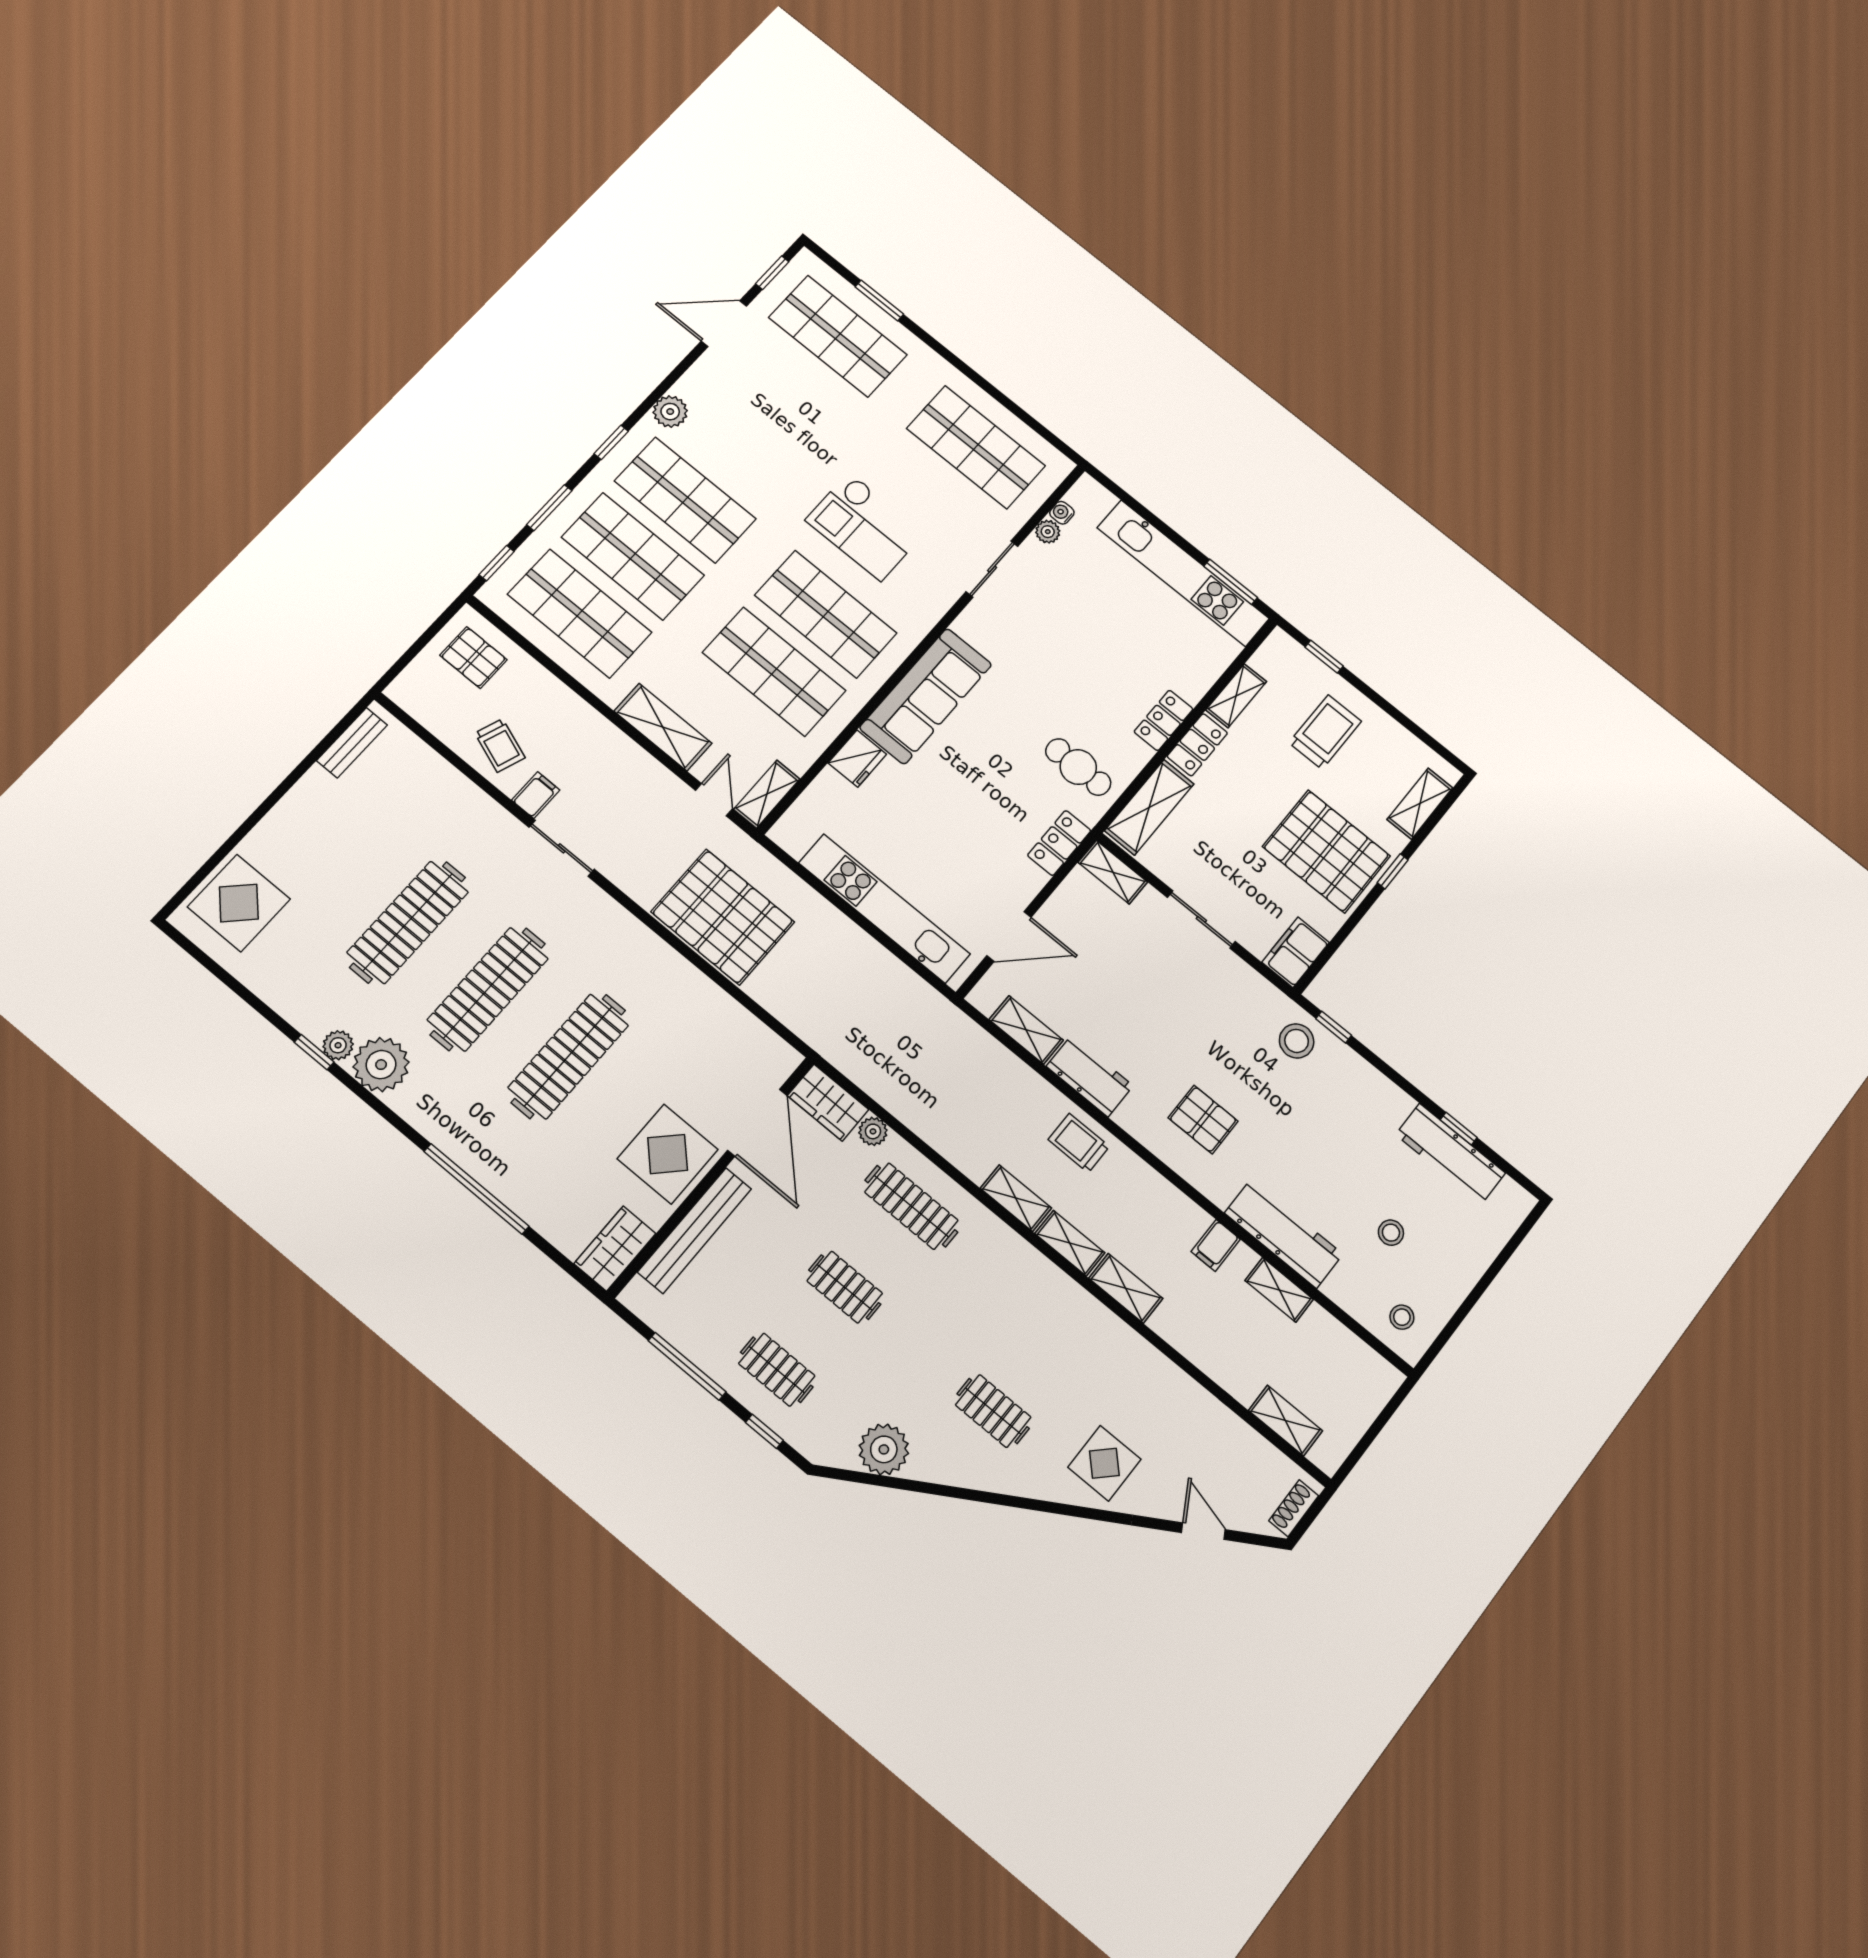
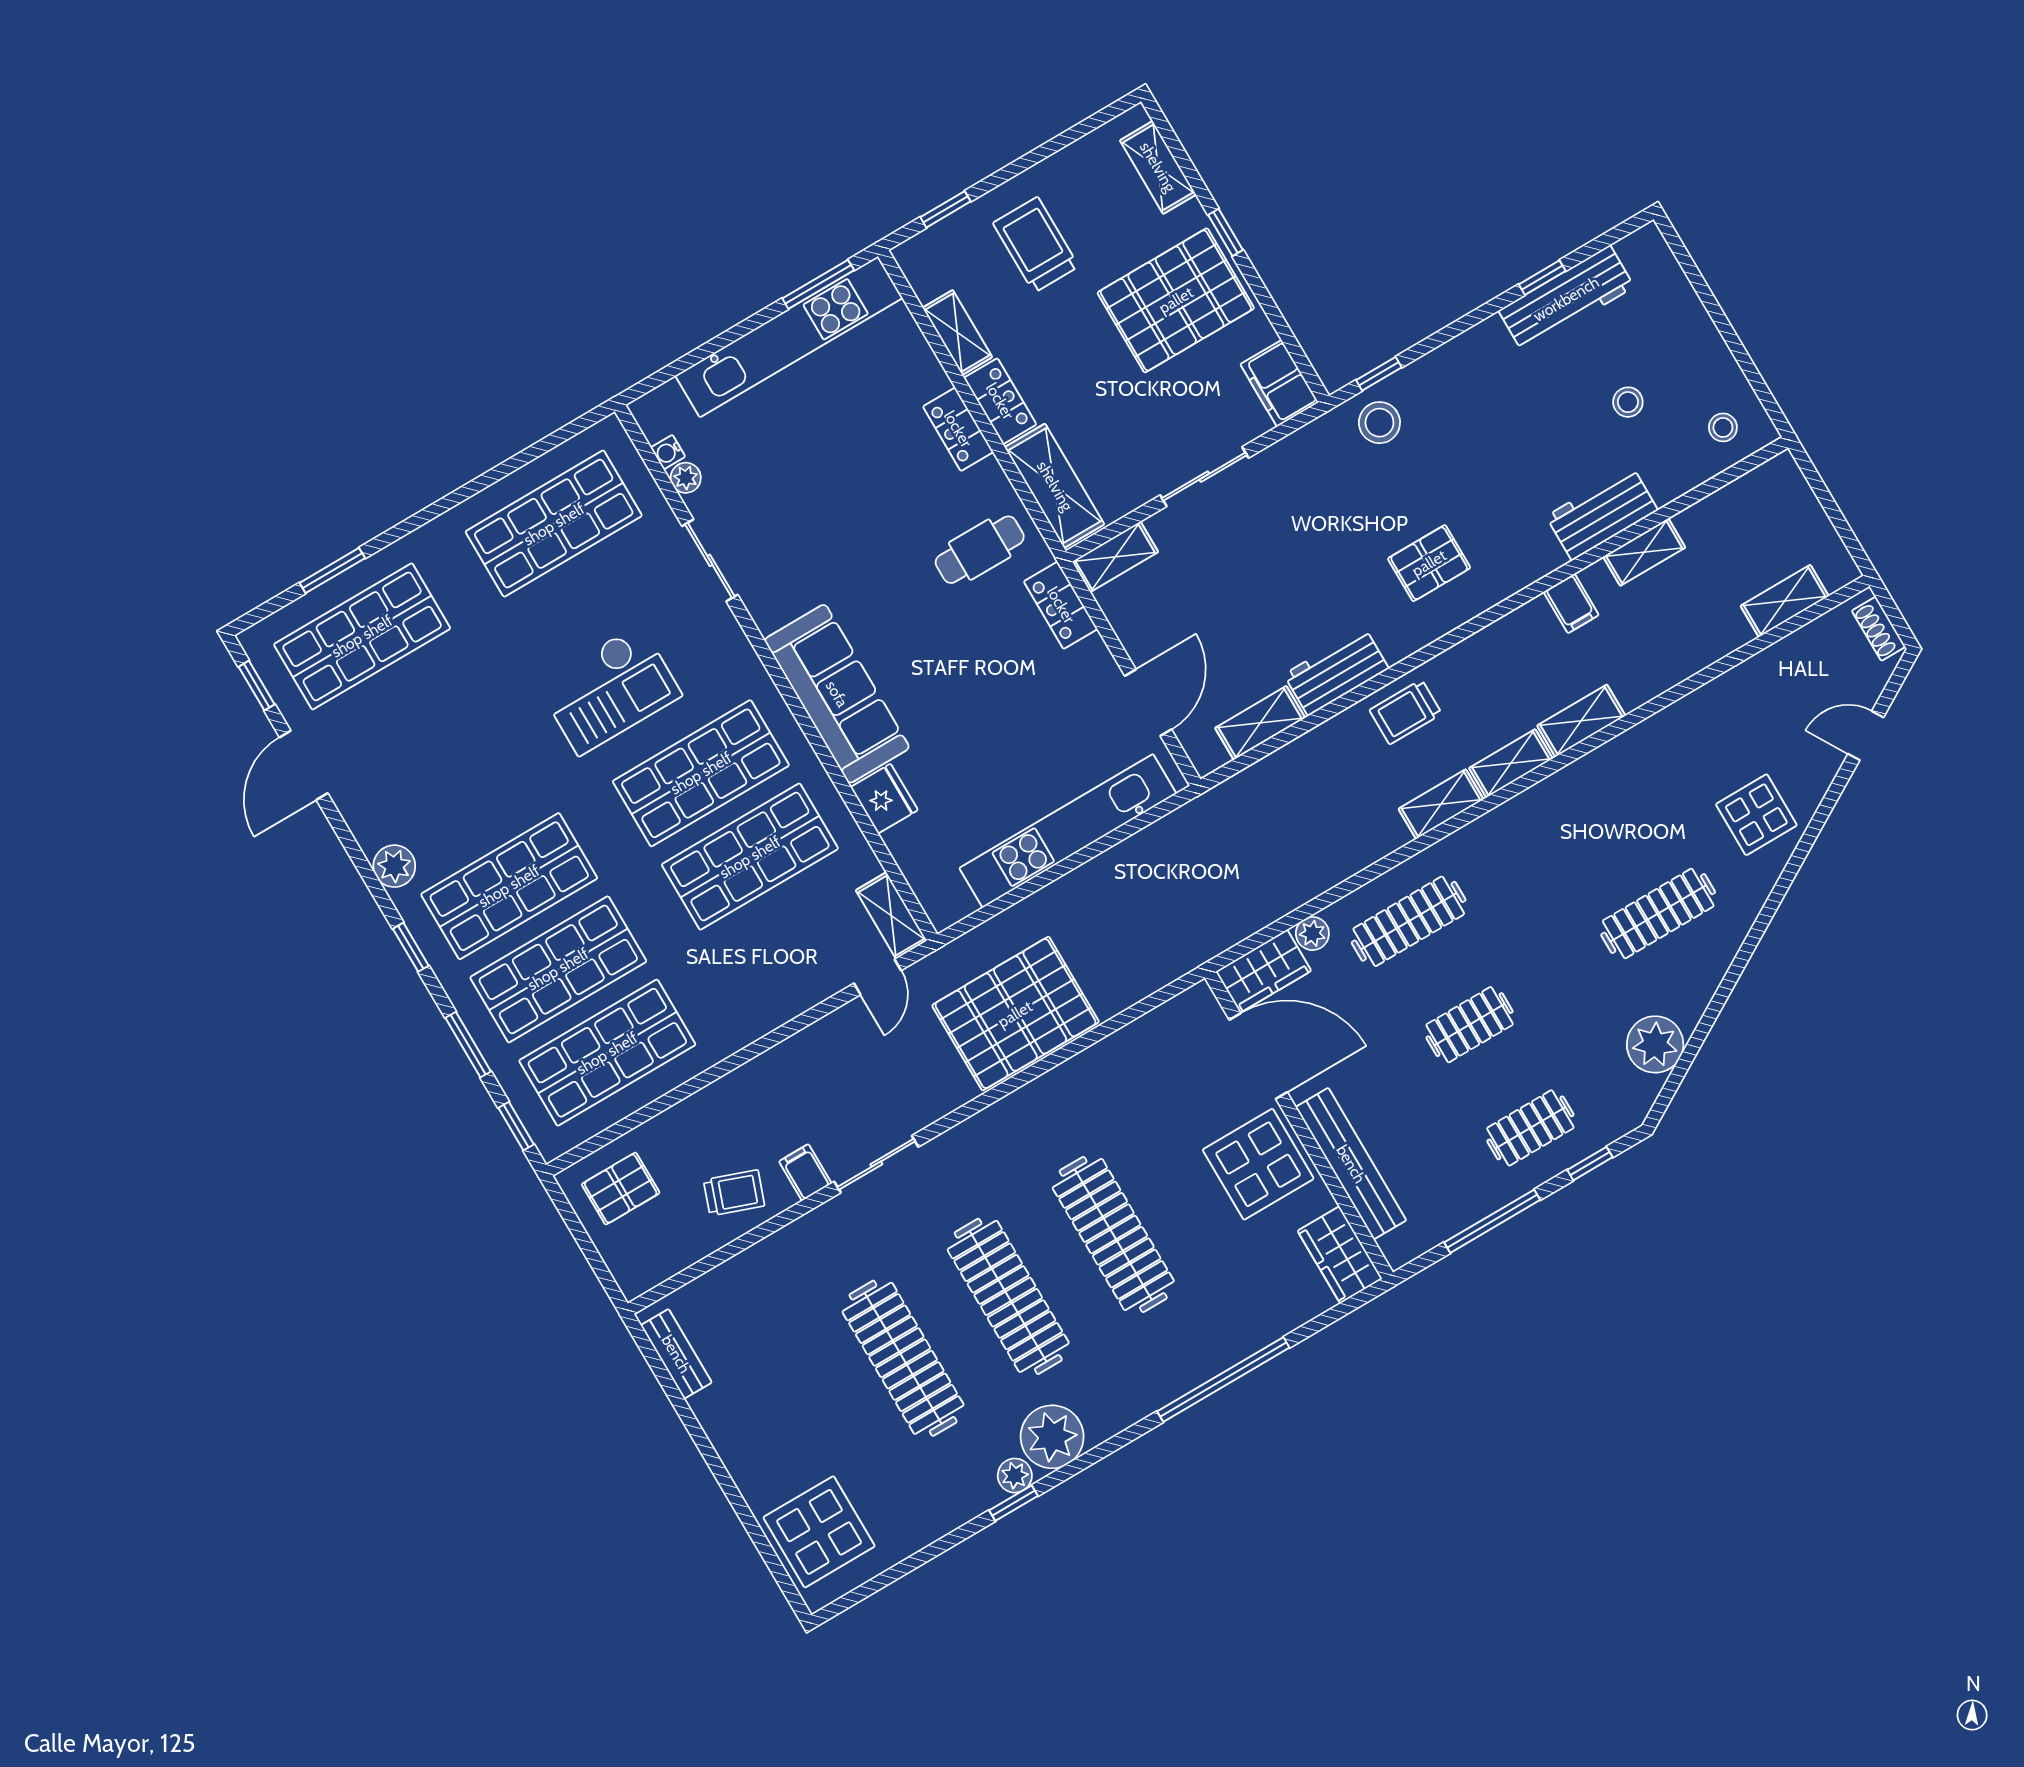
shelving: (663, 727) -> (774, 1005), removed
door: (714, 800) -> (878, 977), swing flipped
workbench: (1284, 1234) -> (1602, 513), width x0.73
clothes rail: (993, 1411) -> (1658, 913), width x1.36

